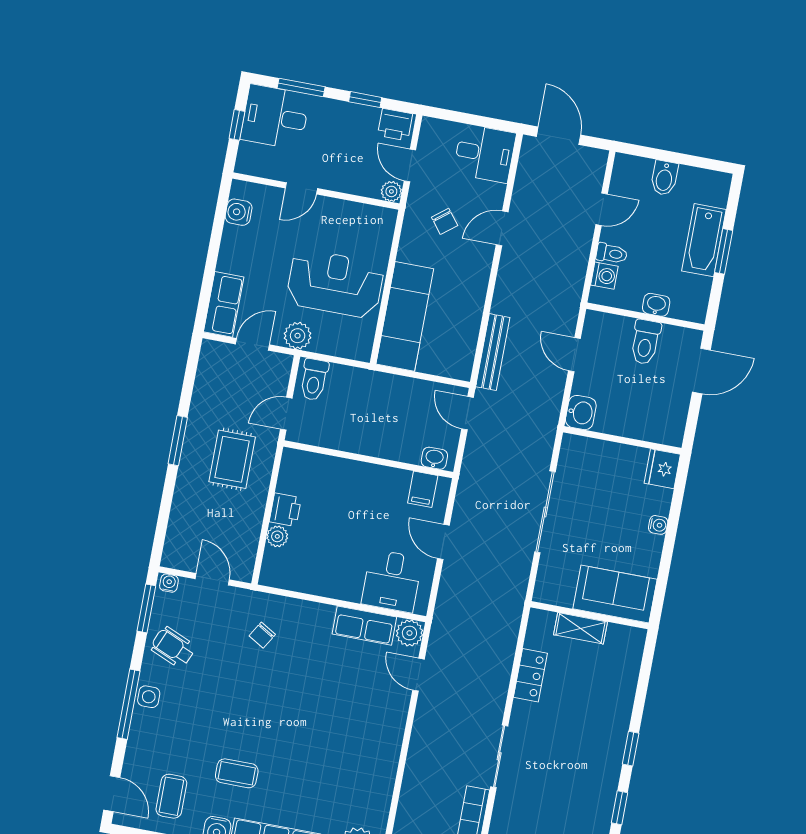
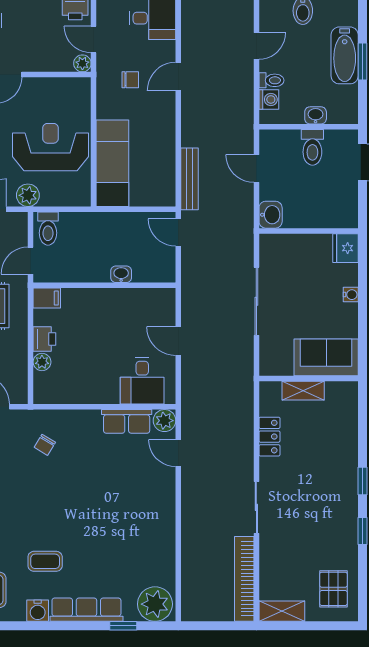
chair: (445, 221) -> (130, 80), turned -52
washbasin: (434, 458) -> (121, 274), moved
filing cabinet: (423, 489) -> (47, 298), moved, turned -90

